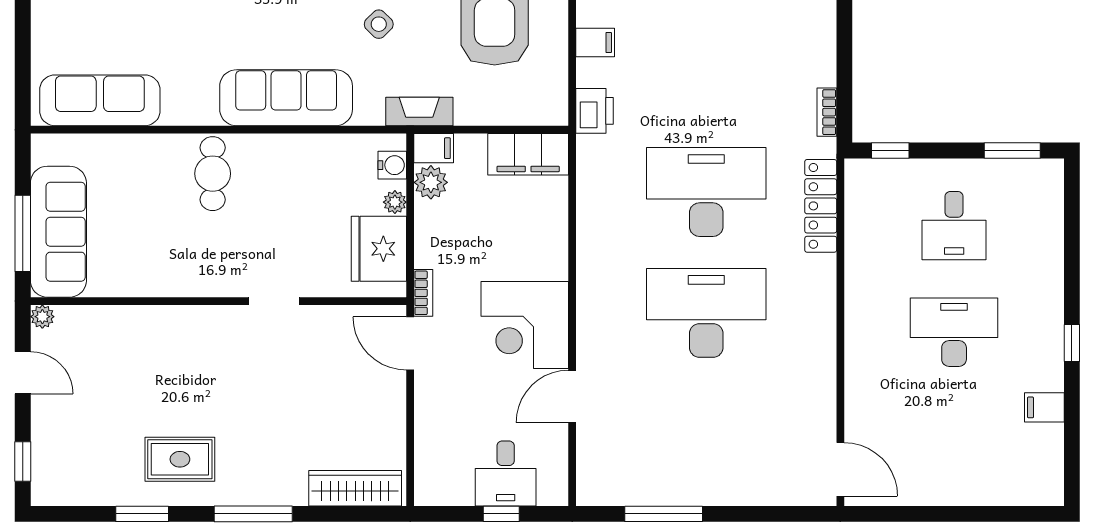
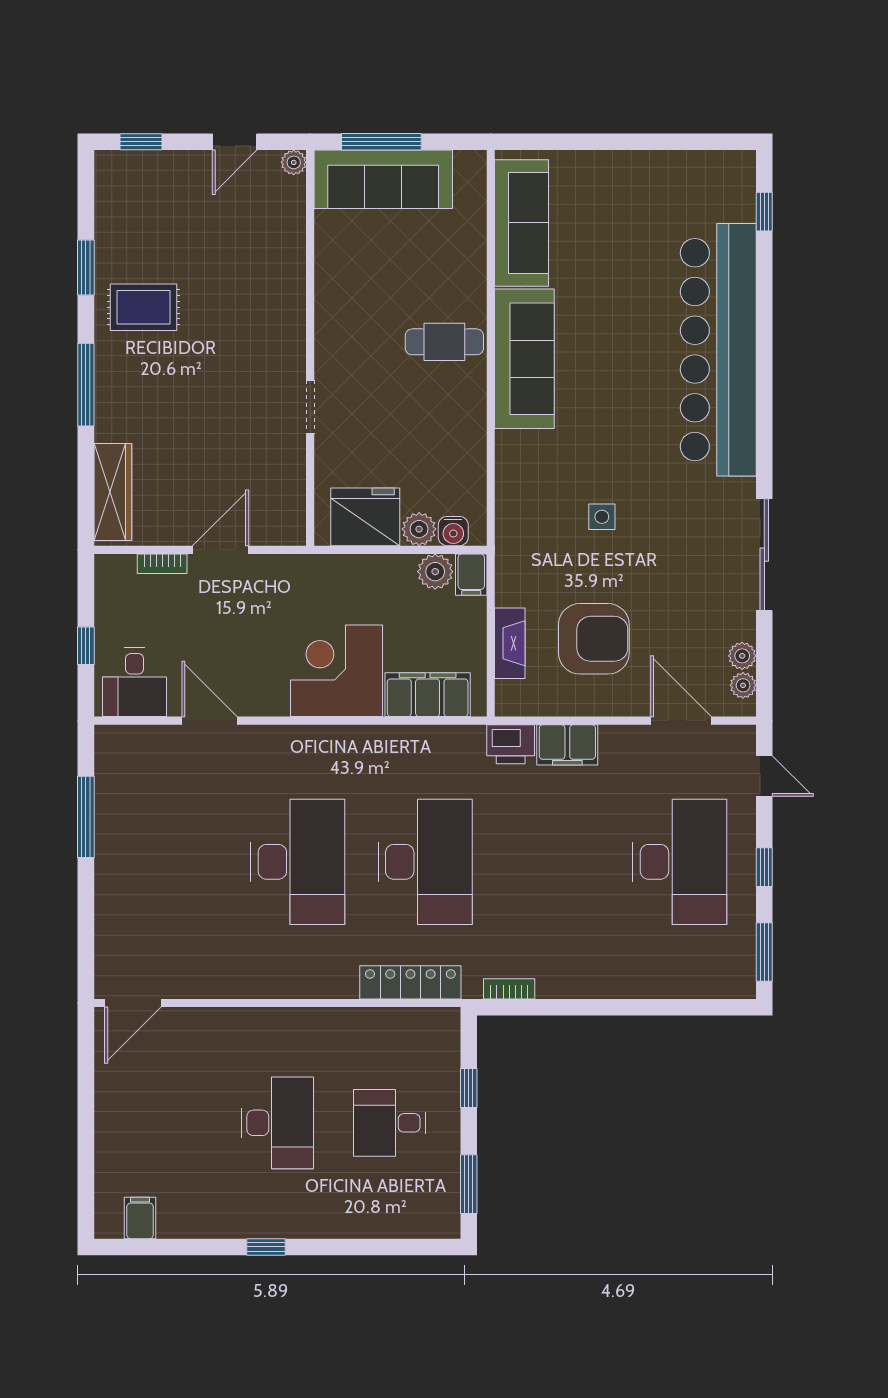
side table: (379, 24) -> (602, 517), turned 45
filing cabinet: (595, 43) -> (567, 745), width x2.00
sofa: (286, 98) -> (524, 359), moved
fireplace: (419, 112) -> (510, 643), moved
window: (890, 151) -> (469, 1088), moved
filing cabinet: (528, 154) -> (428, 695), moved, turned 90
plant: (395, 202) -> (419, 529), width x1.38, depth x1.38
bookcase: (423, 293) -> (162, 564), moved
corner desk: (525, 325) -> (336, 671), moved
door: (410, 343) -> (221, 550), moved
filing cabinet: (1044, 407) -> (140, 1218), moved
rug: (180, 459) -> (144, 307), turned 90
desk: (506, 474) -> (135, 682), moved, turned -90

